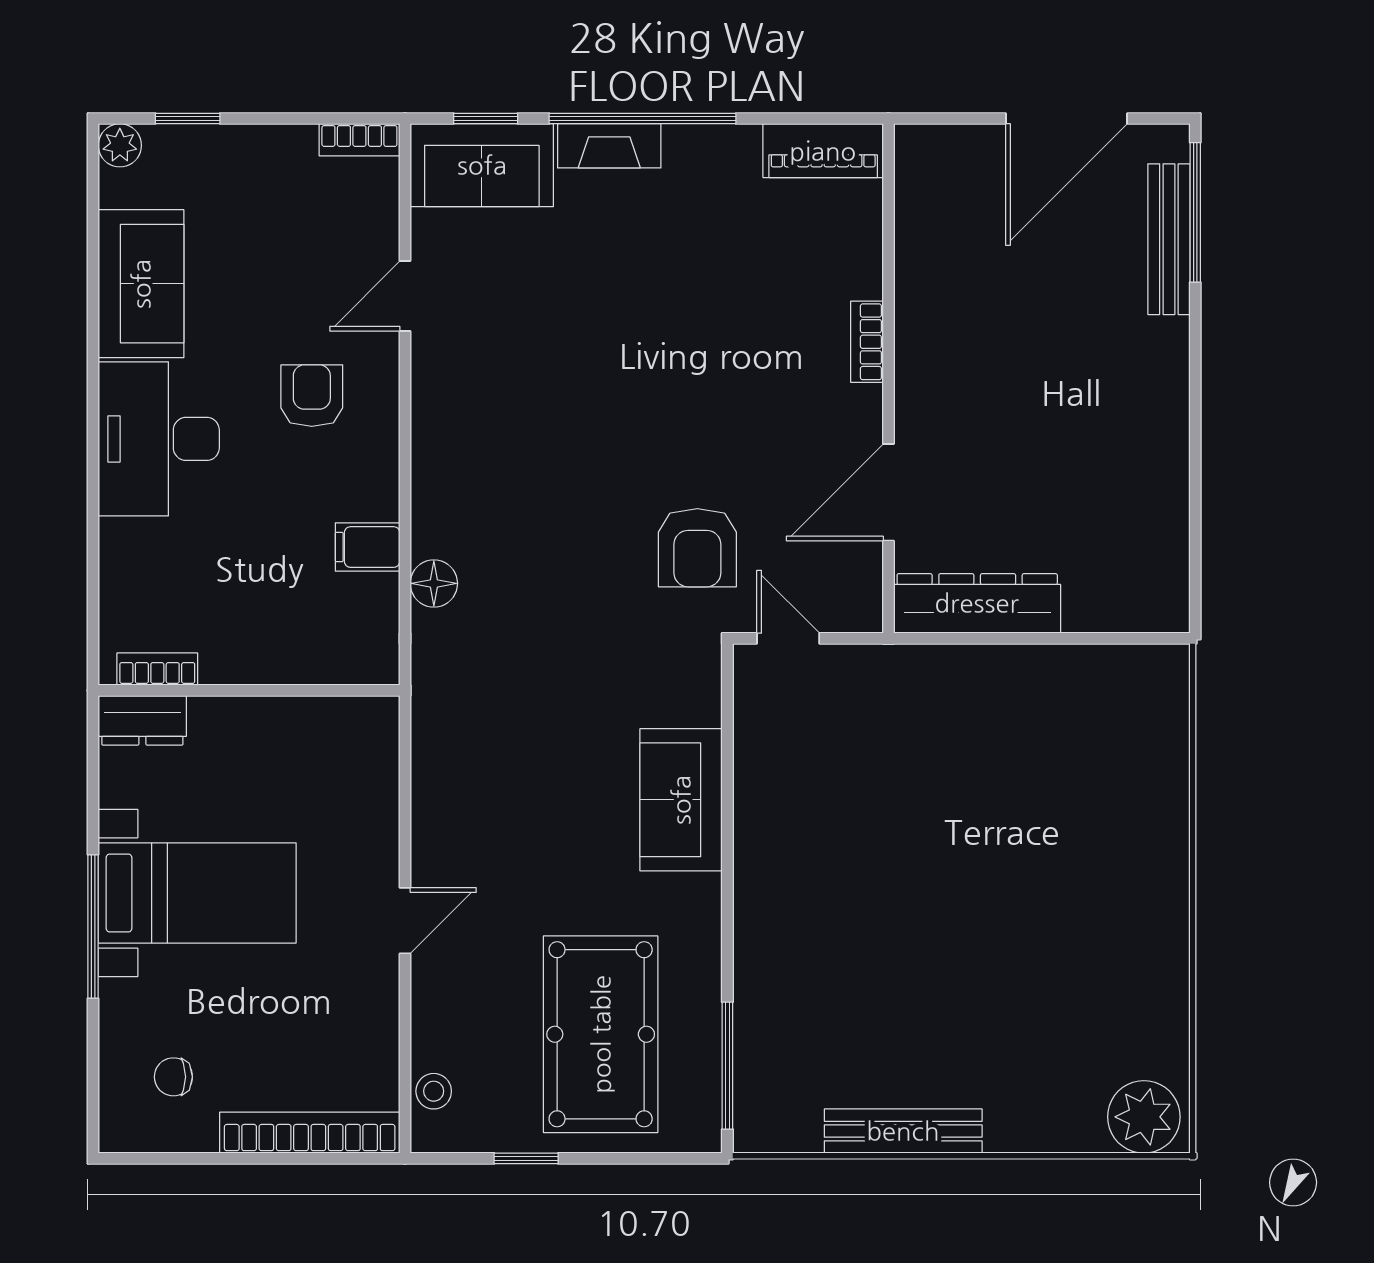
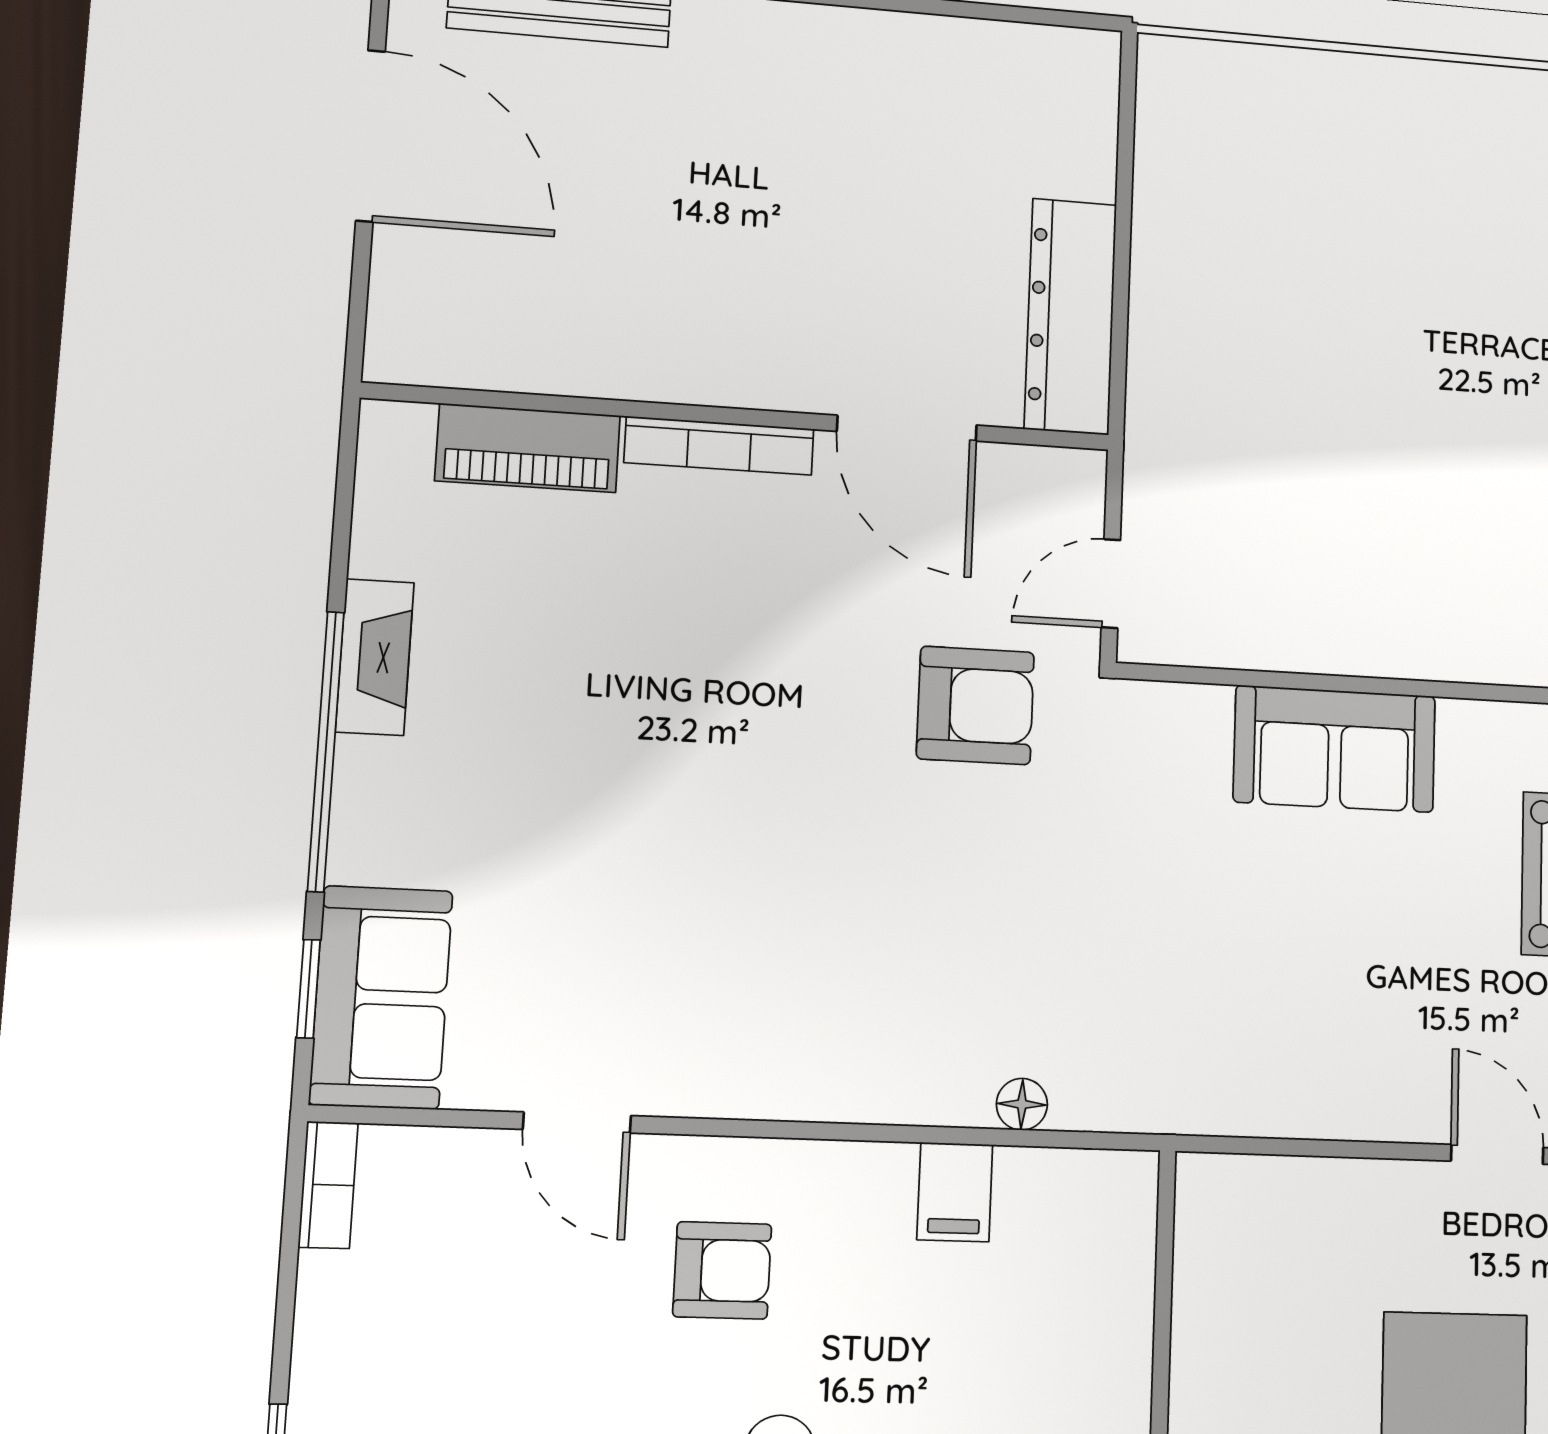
fireplace: (609, 146) -> (375, 657), moved
piano: (823, 151) -> (528, 448), moved, turned 90
bookcase: (867, 342) -> (719, 446), width x1.56
armchair: (312, 396) -> (722, 1270), turned 180
floor lamp: (434, 583) -> (1022, 1104), width x0.73, depth x0.73

